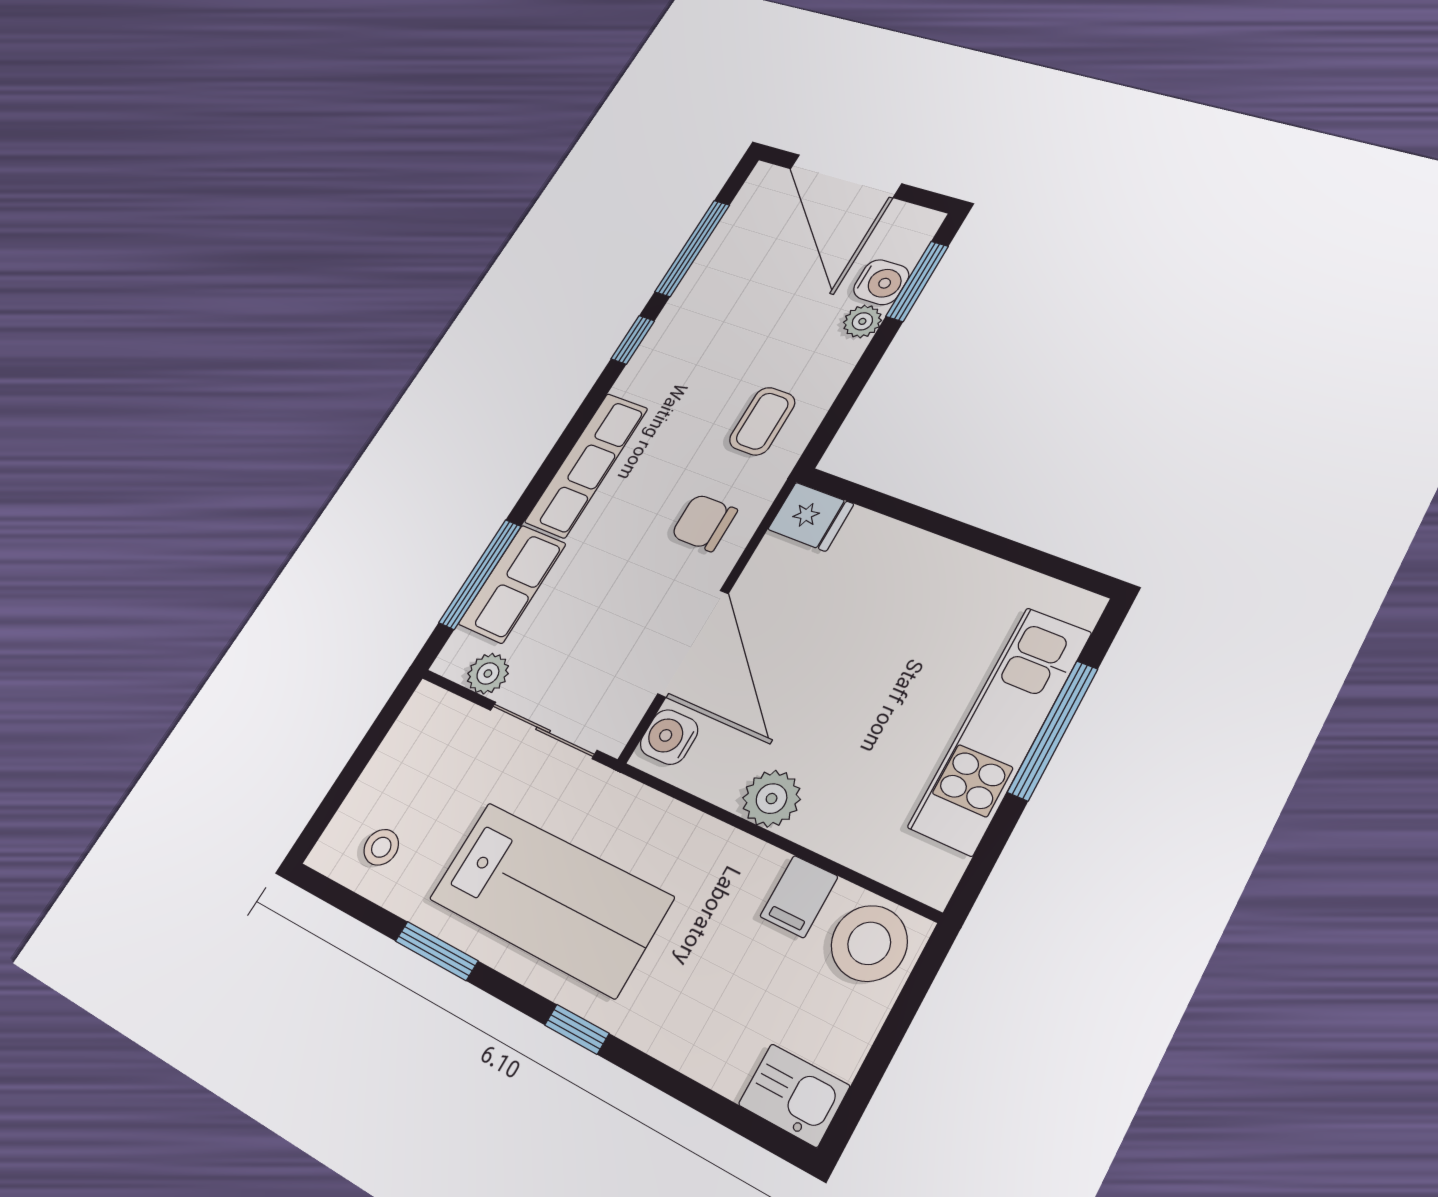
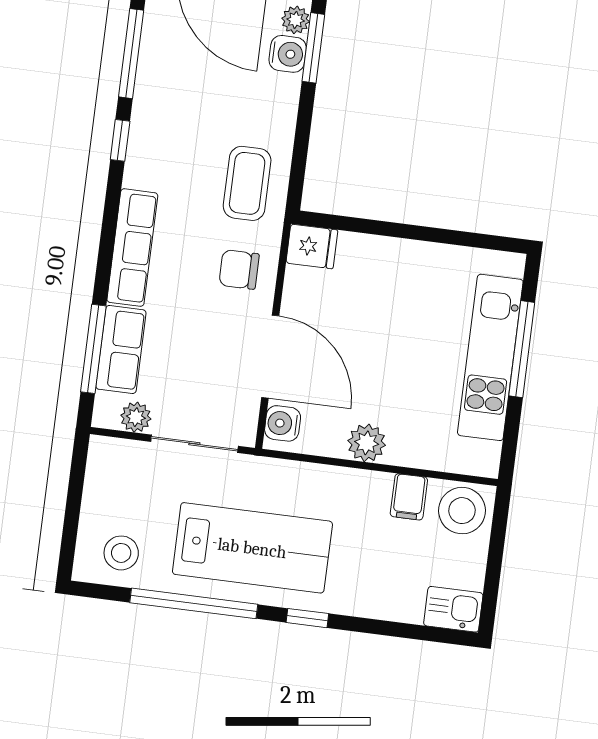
plant: (862, 321) -> (296, 20), moved
coffee table: (762, 421) -> (247, 183), width x1.36, depth x1.30
stool: (381, 847) -> (121, 553), width x1.37, depth x1.37
window: (436, 951) -> (194, 603), width x2.11

